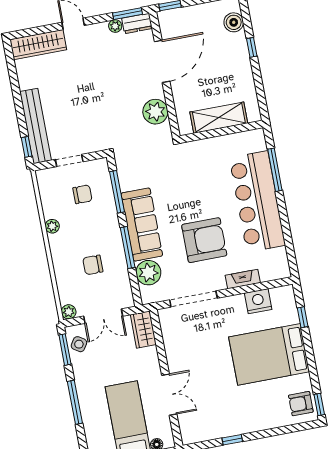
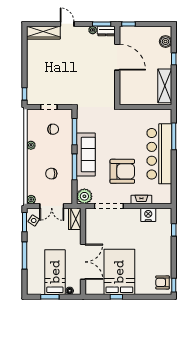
door: (162, 61) -> (117, 57), hinge flipped
plant: (155, 112) -> (107, 87), removed
shelving: (219, 118) -> (165, 86), moved, turned 90
bench: (36, 126) -> (32, 82), removed
plant: (148, 273) -> (84, 196), moved
bed: (269, 354) -> (119, 272), moved, turned 90
double door: (169, 395) -> (83, 262), width x1.37

